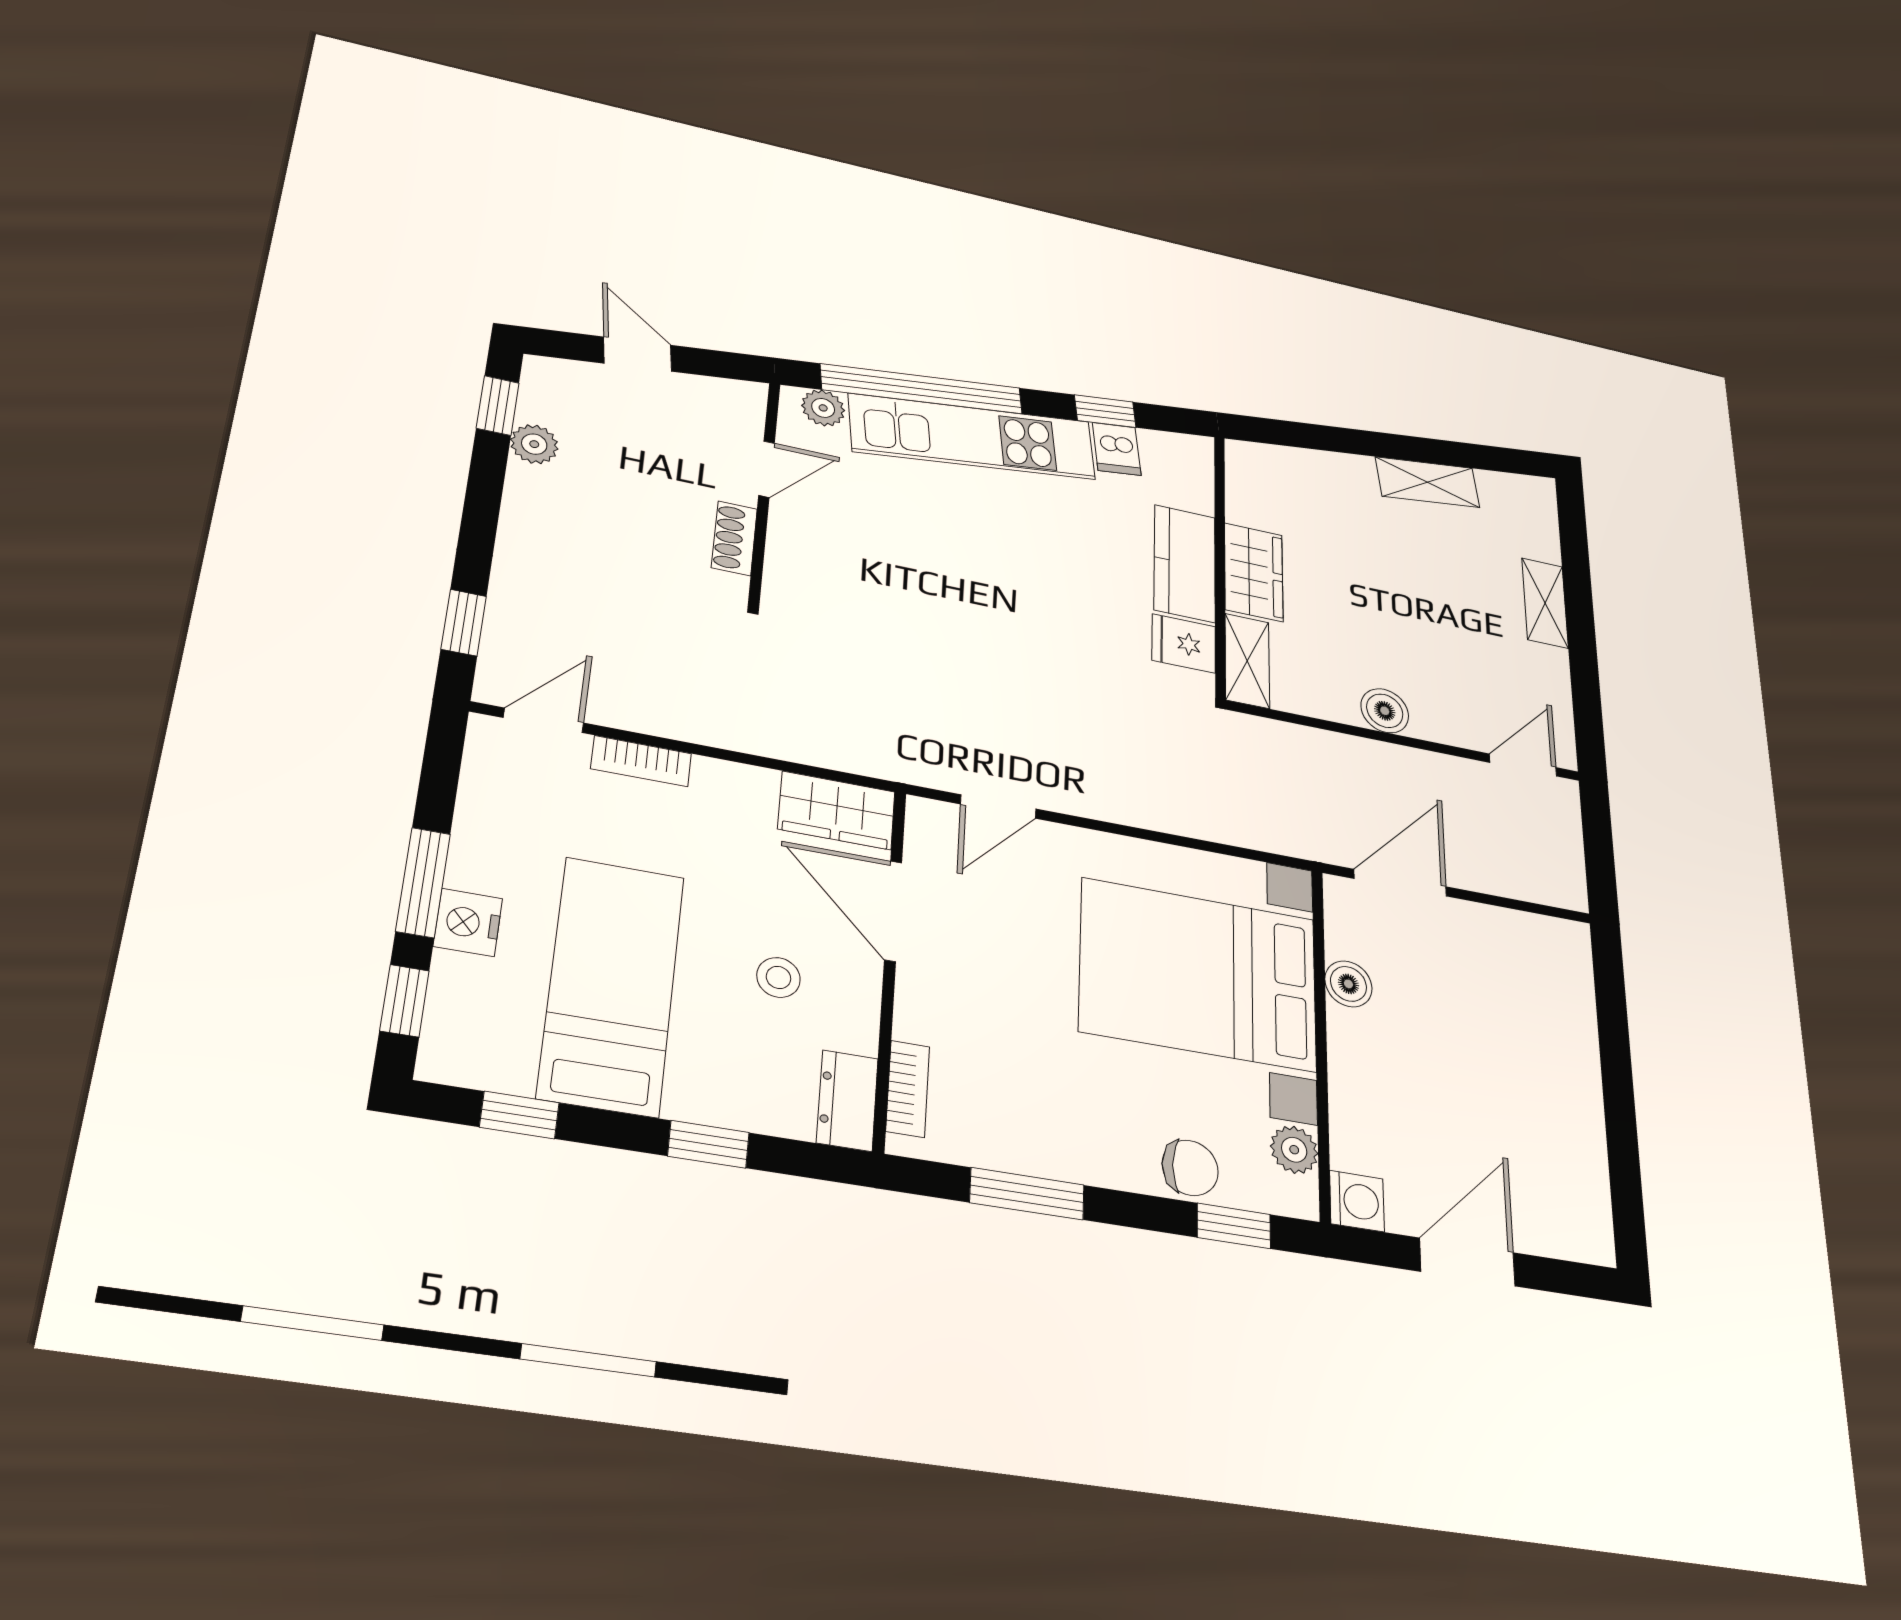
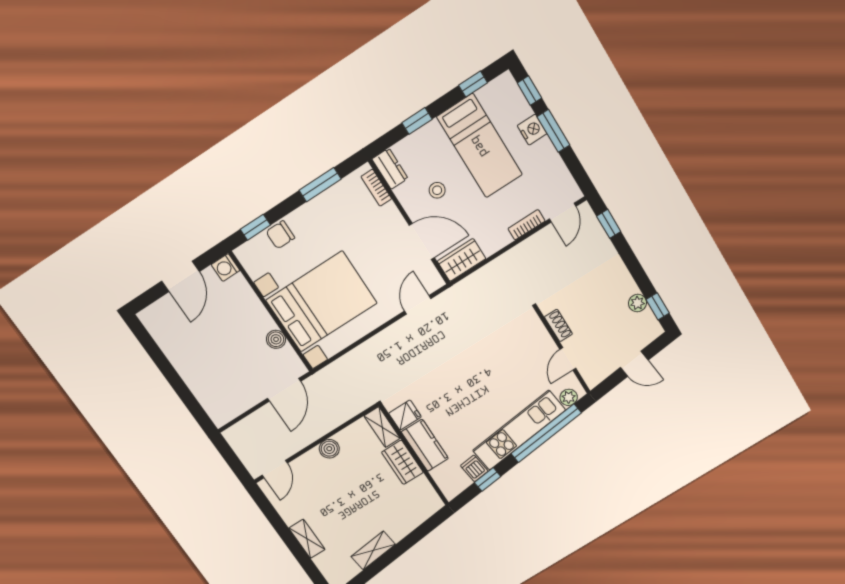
plant: (1294, 1150) -> (255, 268), removed

